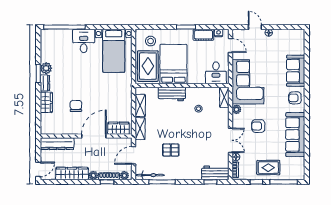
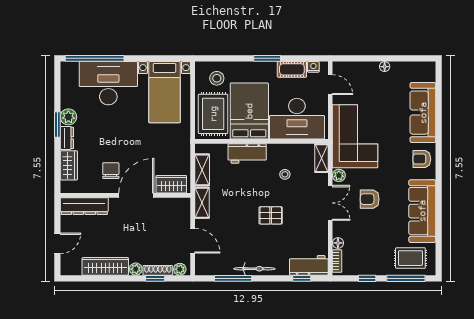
door: (255, 27) -> (365, 58), removed
desk: (84, 41) -> (108, 83), width x1.87, depth x1.30
sofa: (296, 71) -> (423, 113), width x1.36
desk: (216, 73) -> (297, 119), width x1.87, depth x1.30
wardrobe: (119, 128) -> (171, 184), moved
wall: (86, 136) -> (125, 195), moved
door: (94, 136) -> (136, 195), moved
double door: (230, 140) -> (330, 203), moved
dresser: (57, 144) -> (84, 206), moved
pallet: (171, 150) -> (271, 215), moved
door: (134, 155) -> (193, 241), swing flipped
rug: (268, 168) -> (410, 258), moved
door: (38, 169) -> (57, 243), moved
bicycle: (150, 175) -> (254, 269), moved

